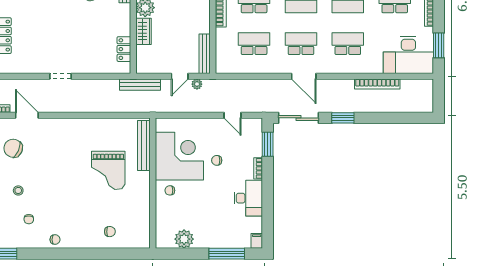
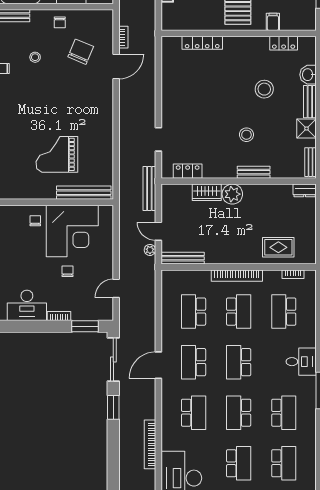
school desk: (254, 44) -> (194, 312), turned 180
school desk: (301, 44) -> (194, 362), turned 180
doorway: (60, 76) -> (158, 139), moved

